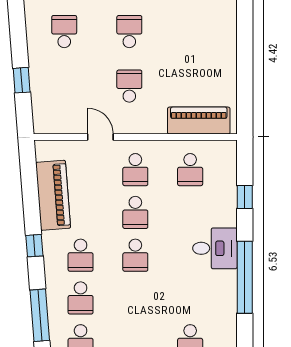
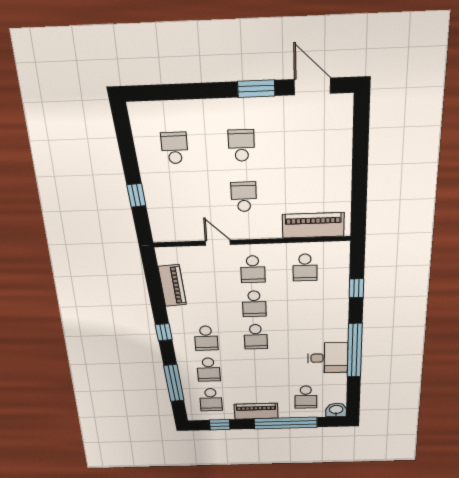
piano: (53, 195) -> (172, 286), width x0.73, depth x0.75
desk: (215, 248) -> (328, 358), moved

